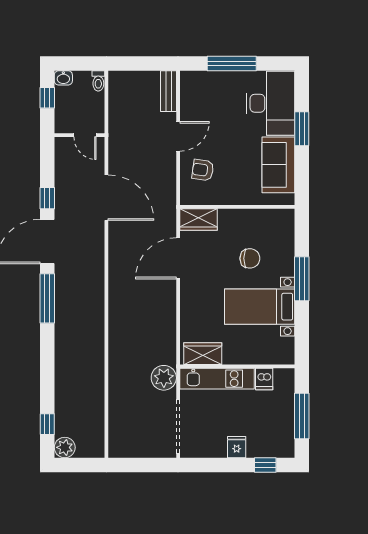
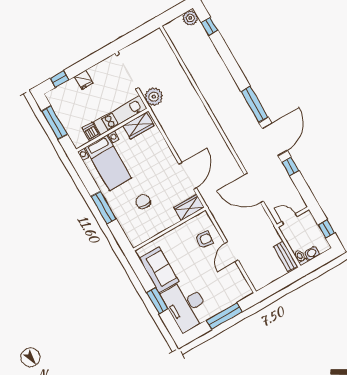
washbasin: (63, 78) -> (312, 253), moved
bench: (168, 91) -> (286, 257), moved
chair: (250, 258) -> (143, 202), turned 90
bed with nightstands: (260, 307) -> (108, 163), moved, turned 90

